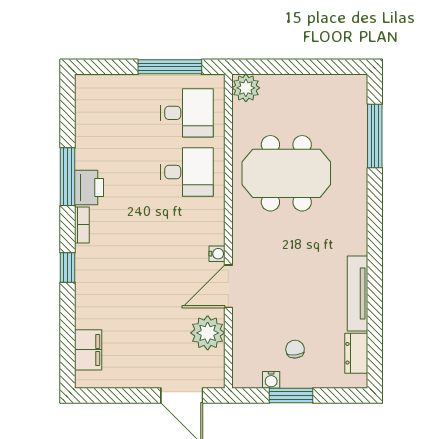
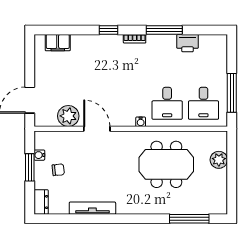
plant: (246, 88) -> (219, 160), moved
meeting table: (286, 173) -> (166, 164), turned 90
printer: (89, 187) -> (188, 43), moved
water cooler: (217, 254) -> (141, 122), moved
dresser: (356, 353) -> (41, 202), moved, turned 90

